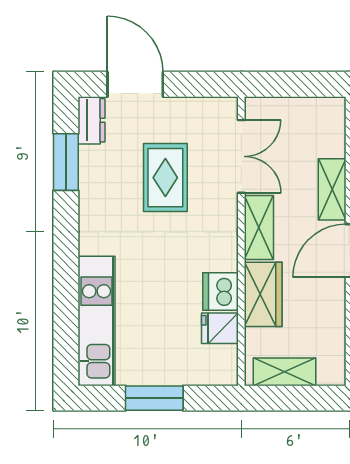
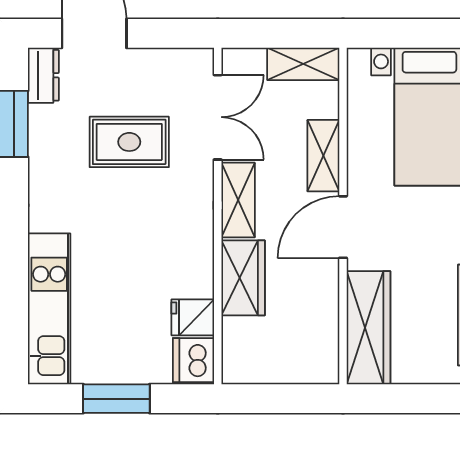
rug: (165, 178) -> (129, 142), turned 90
dishwasher: (221, 291) -> (193, 360), moved
shelving: (284, 372) -> (303, 64), moved

